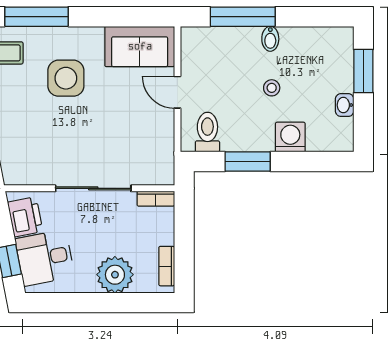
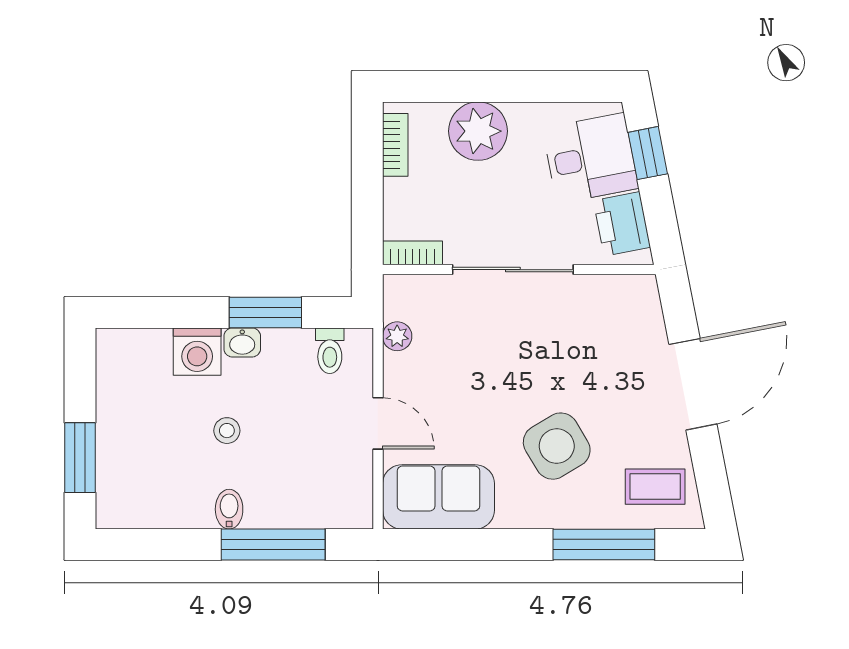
side table: (66, 78) -> (557, 446), turned -31
washbasin: (345, 105) -> (242, 342), moved, turned 90
toilet: (207, 132) -> (330, 351), width x0.73, depth x0.72
plant: (165, 147) -> (397, 336), added

